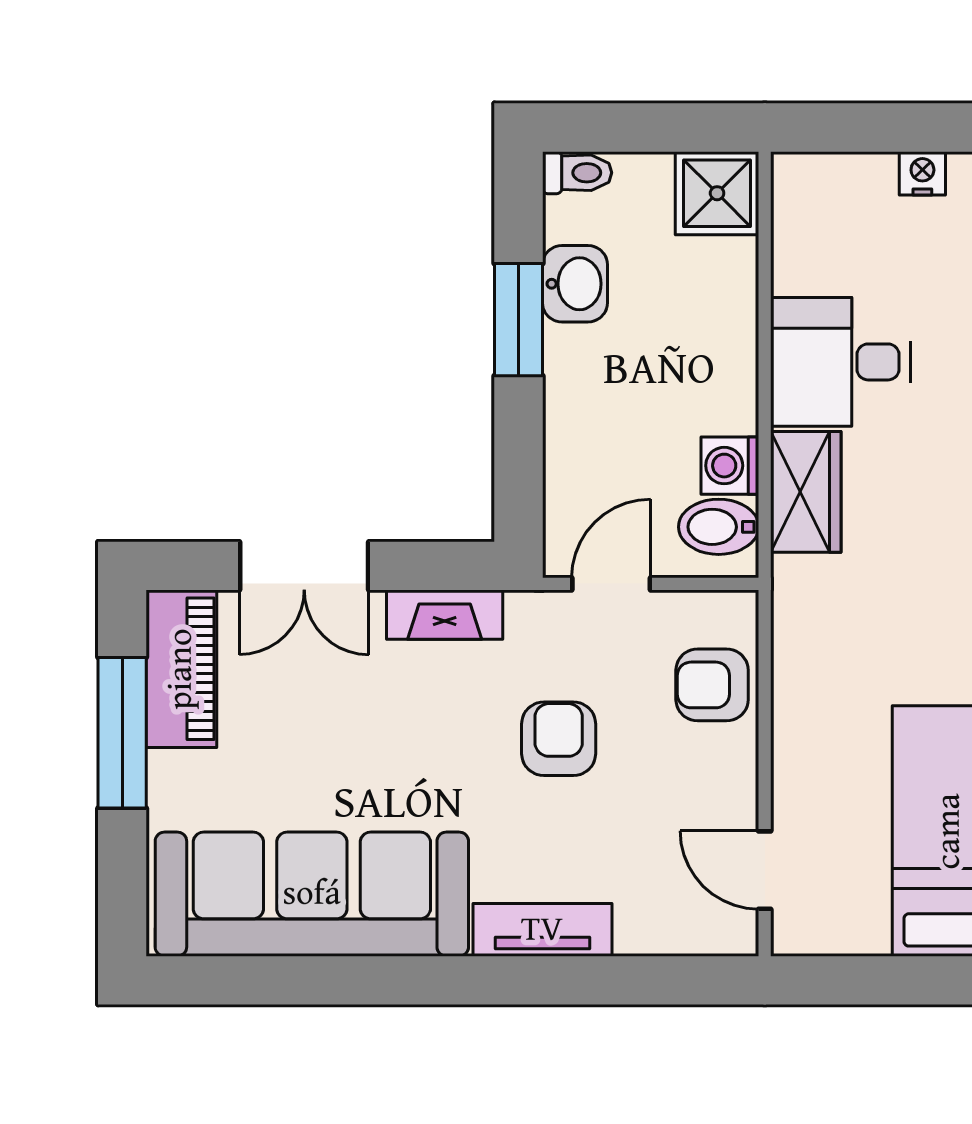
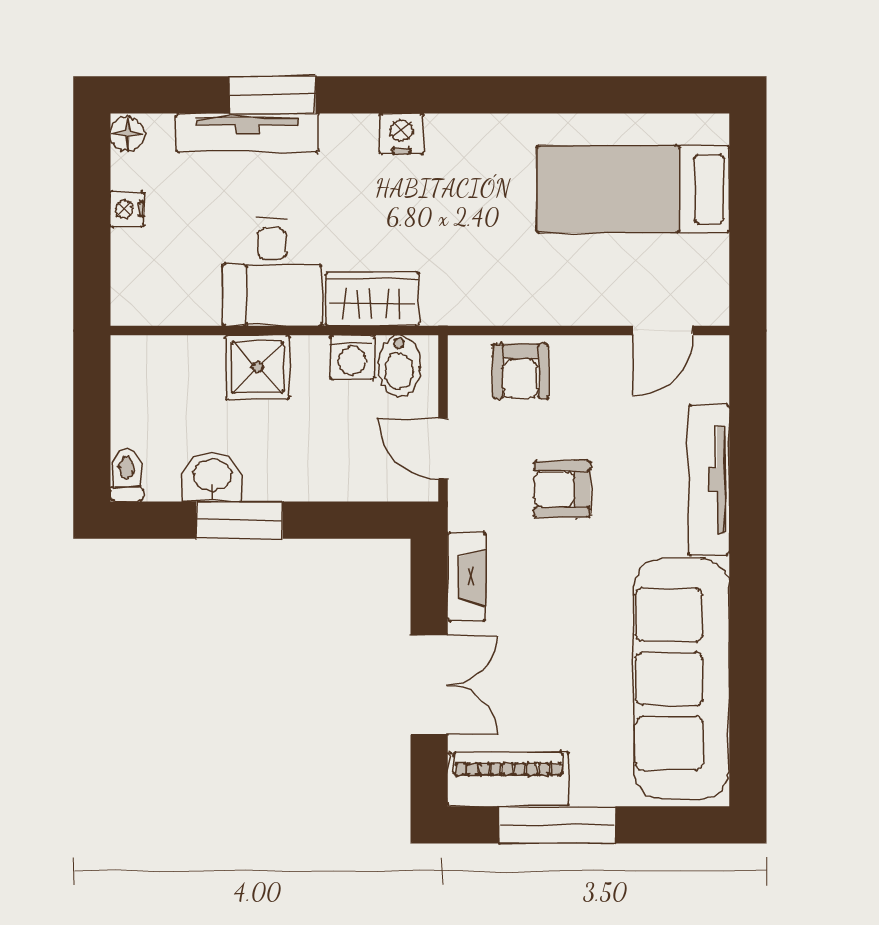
shower: (717, 193) -> (258, 367), moved
tv unit: (542, 930) -> (709, 480), width x1.41

